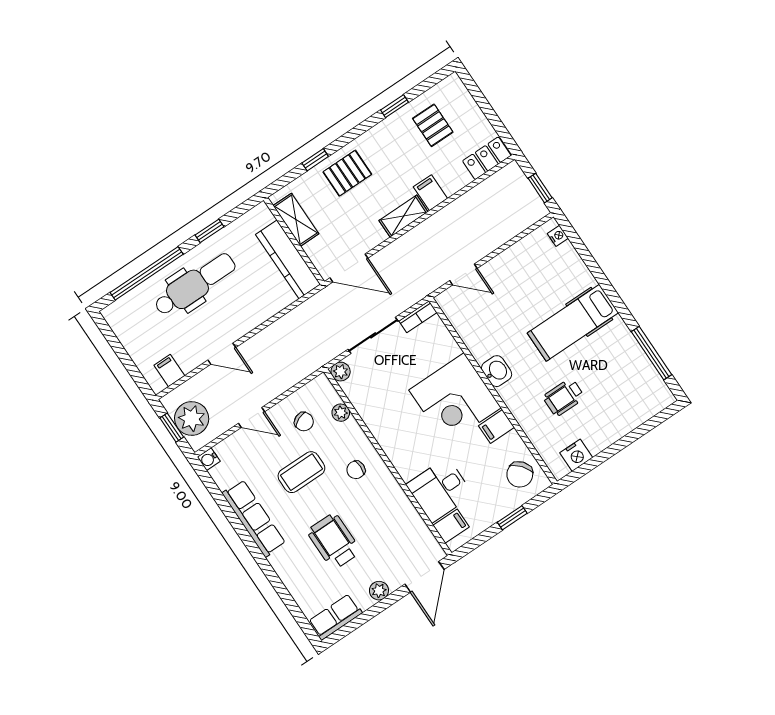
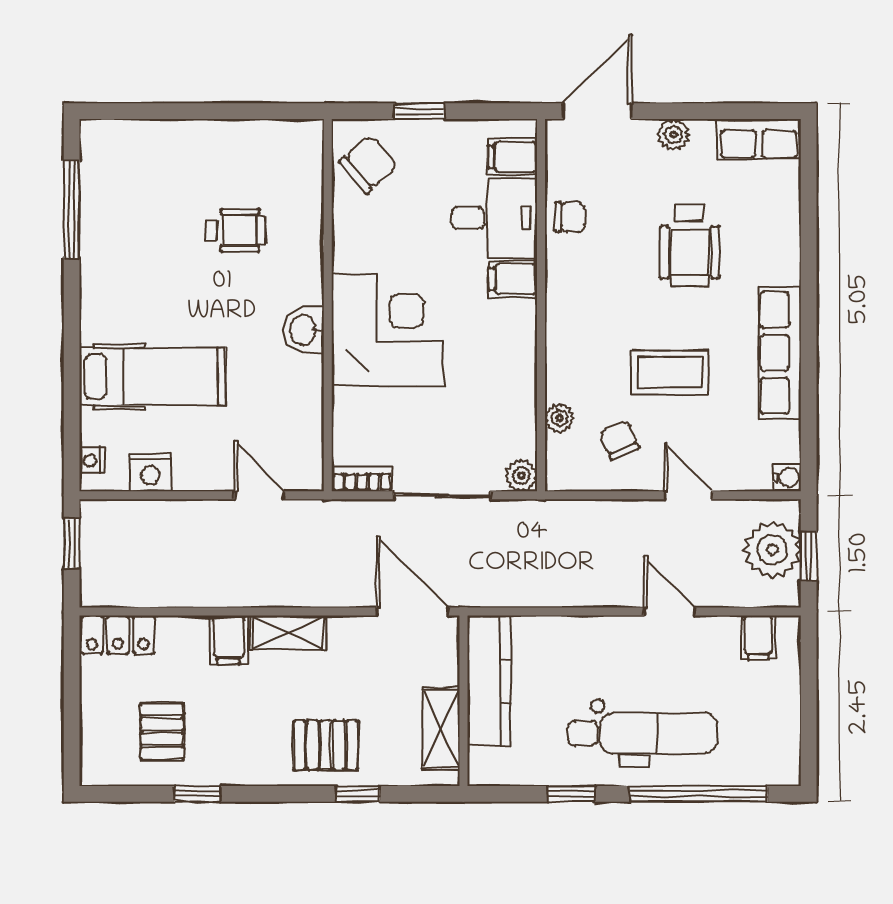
dental chair: (195, 284) -> (642, 733), turned 180
hospital bed: (573, 323) -> (152, 377), moved
filing cabinet: (497, 426) -> (513, 279), moved, turned 180
nightstand: (576, 455) -> (150, 472), moved, turned 180
chair: (356, 470) -> (570, 217), moved

